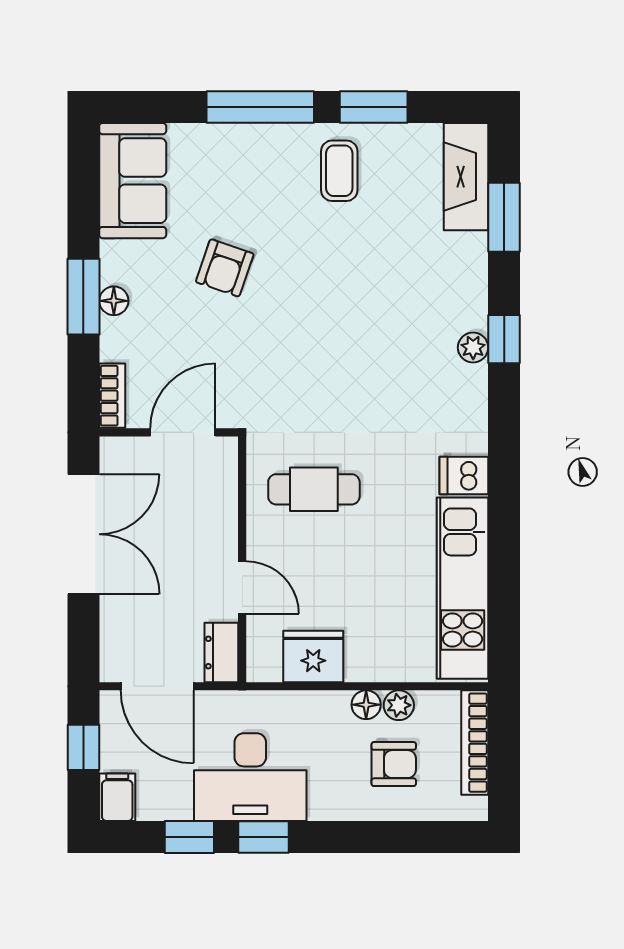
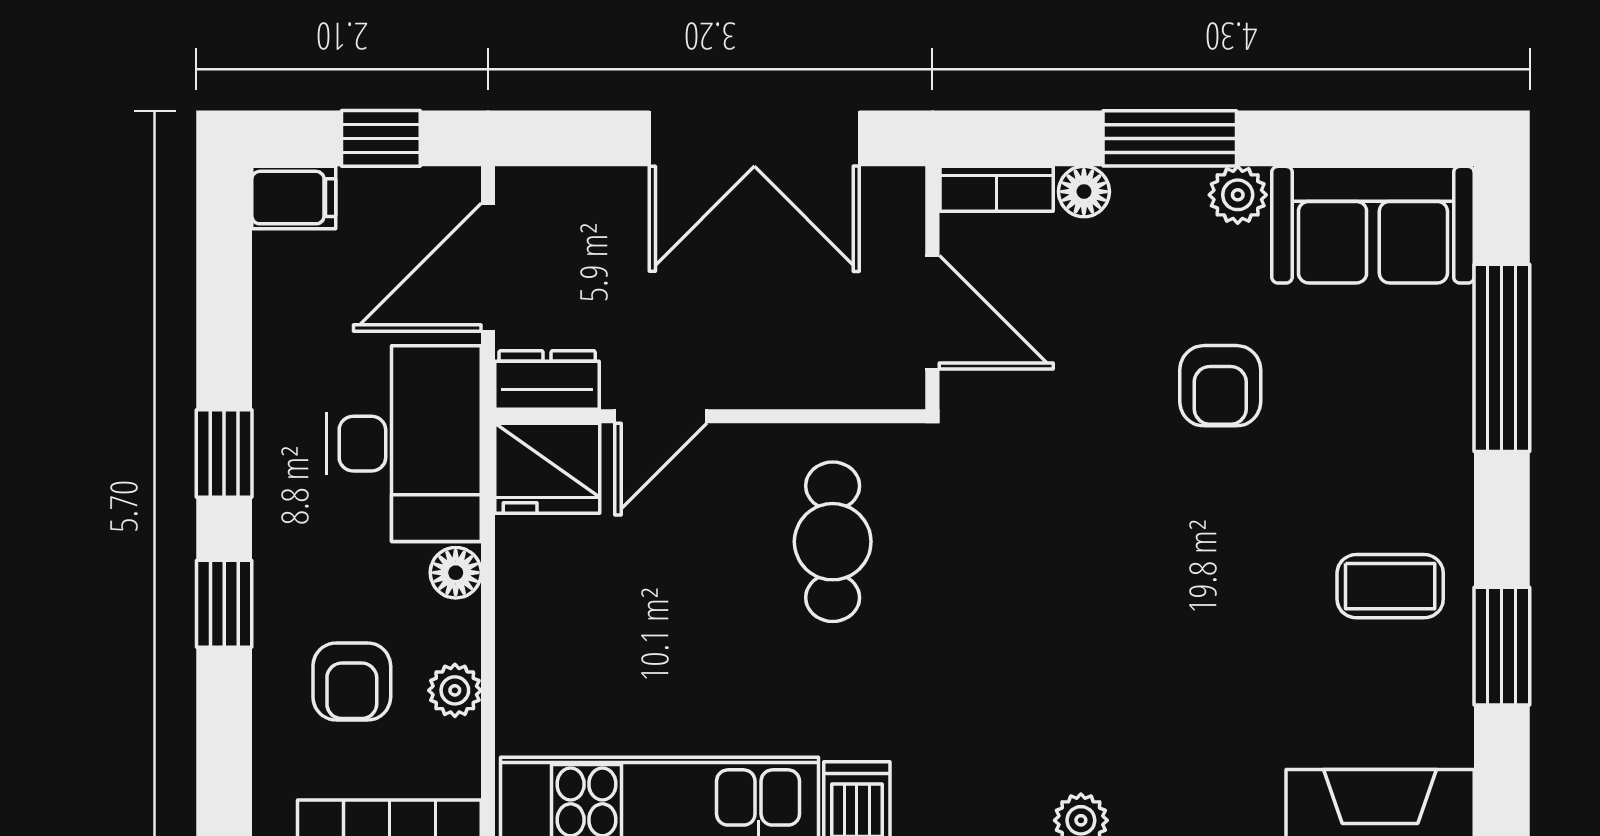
window: (260, 107) -> (1502, 358), moved
plant: (116, 258) -> (1238, 195), added
armchair: (225, 268) -> (1220, 386), turned -109
floor lamp: (114, 301) -> (1084, 192), moved
fridge: (313, 657) -> (547, 468), moved, turned 90
floor lamp: (366, 705) -> (456, 573), moved
desk: (250, 777) -> (404, 444), moved, turned 180
window: (189, 837) -> (224, 604), moved

